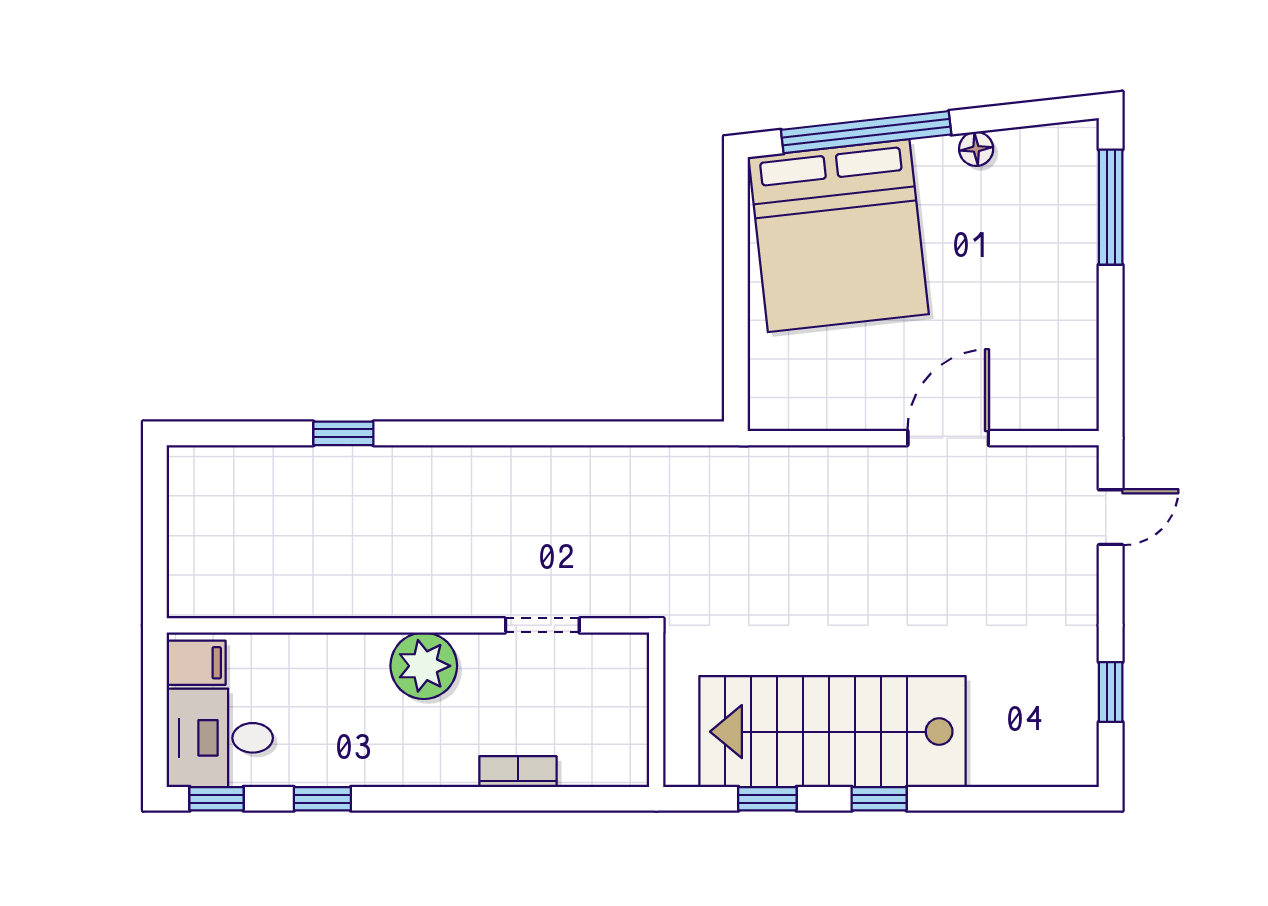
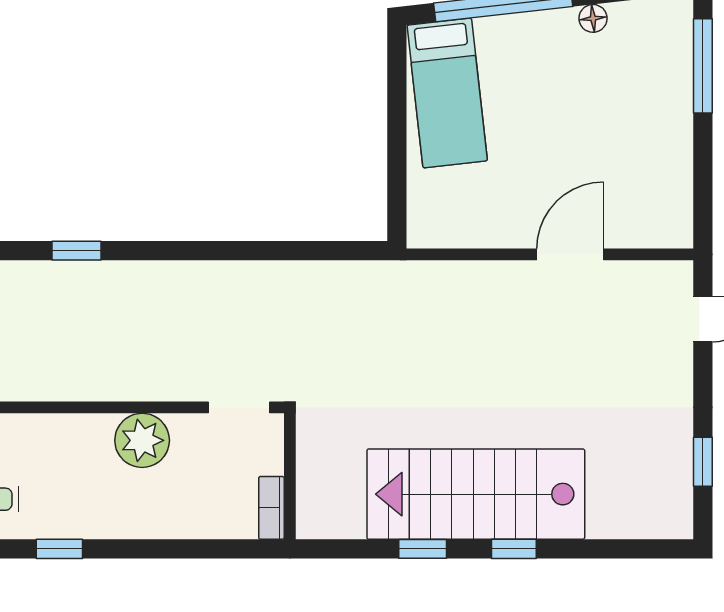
bed: (839, 236) -> (447, 93), width x0.49
wall: (656, 710) -> (290, 476), moved
bookcase: (518, 772) -> (271, 508), moved, turned -90

